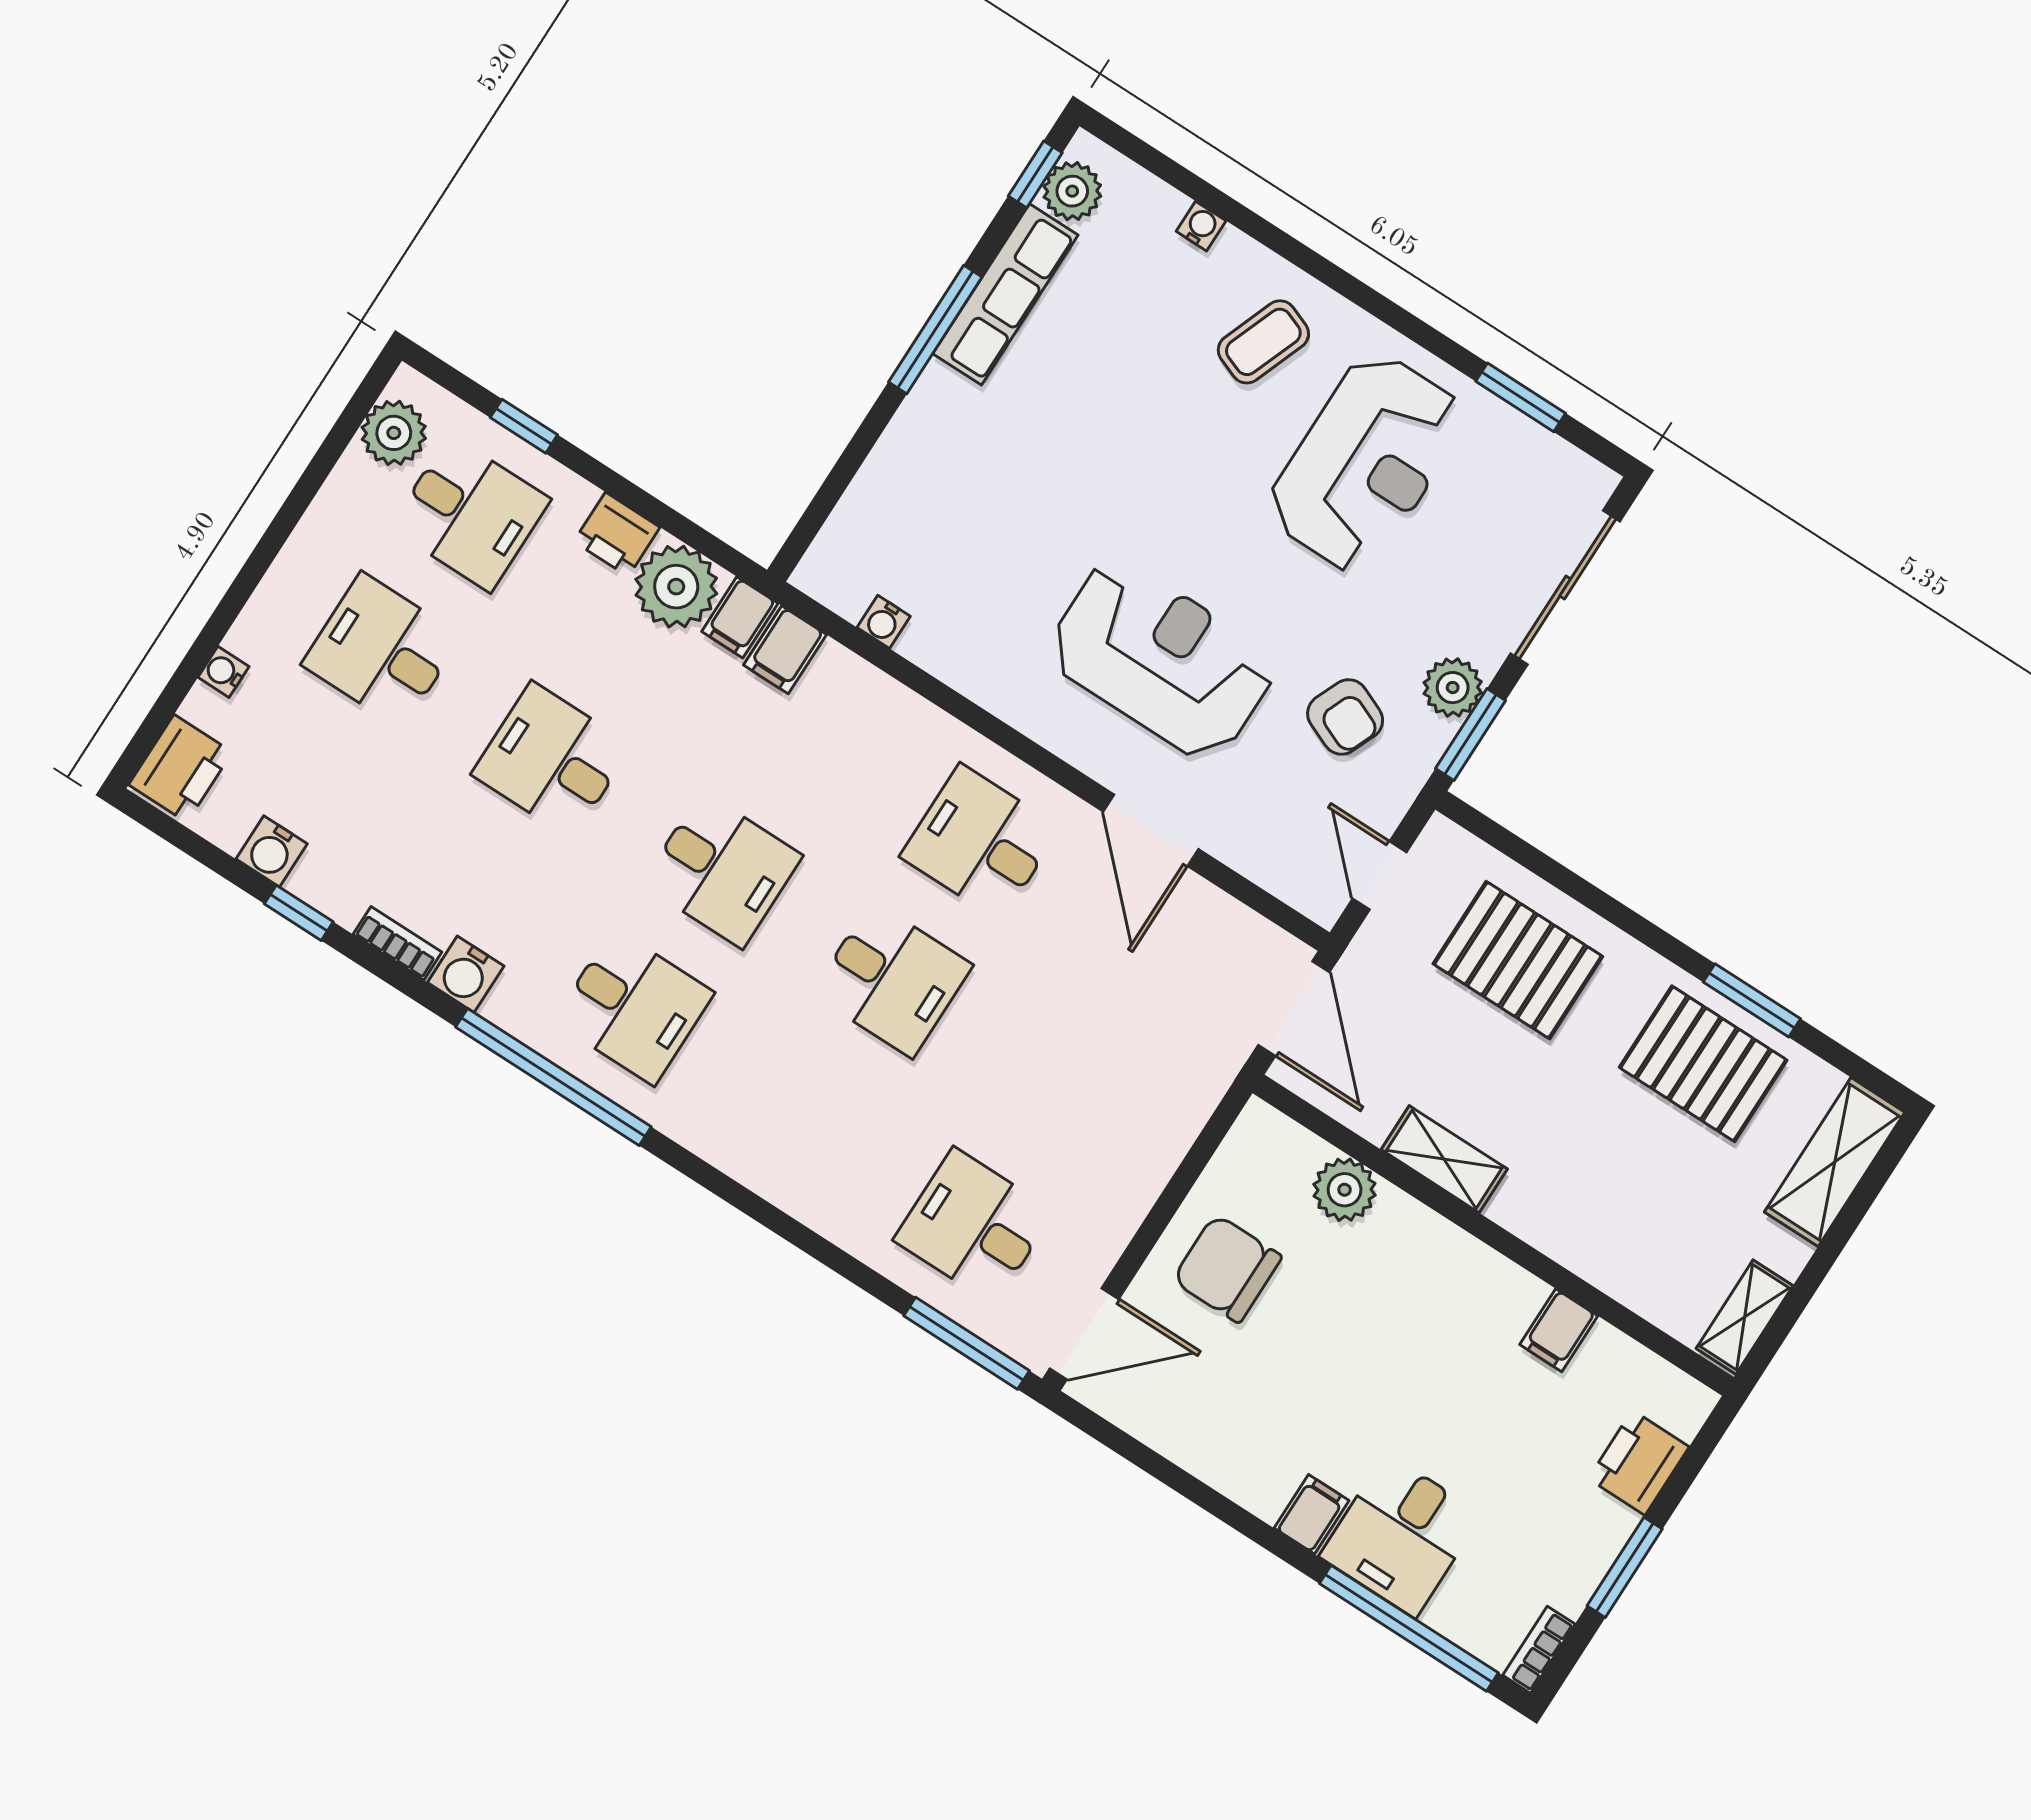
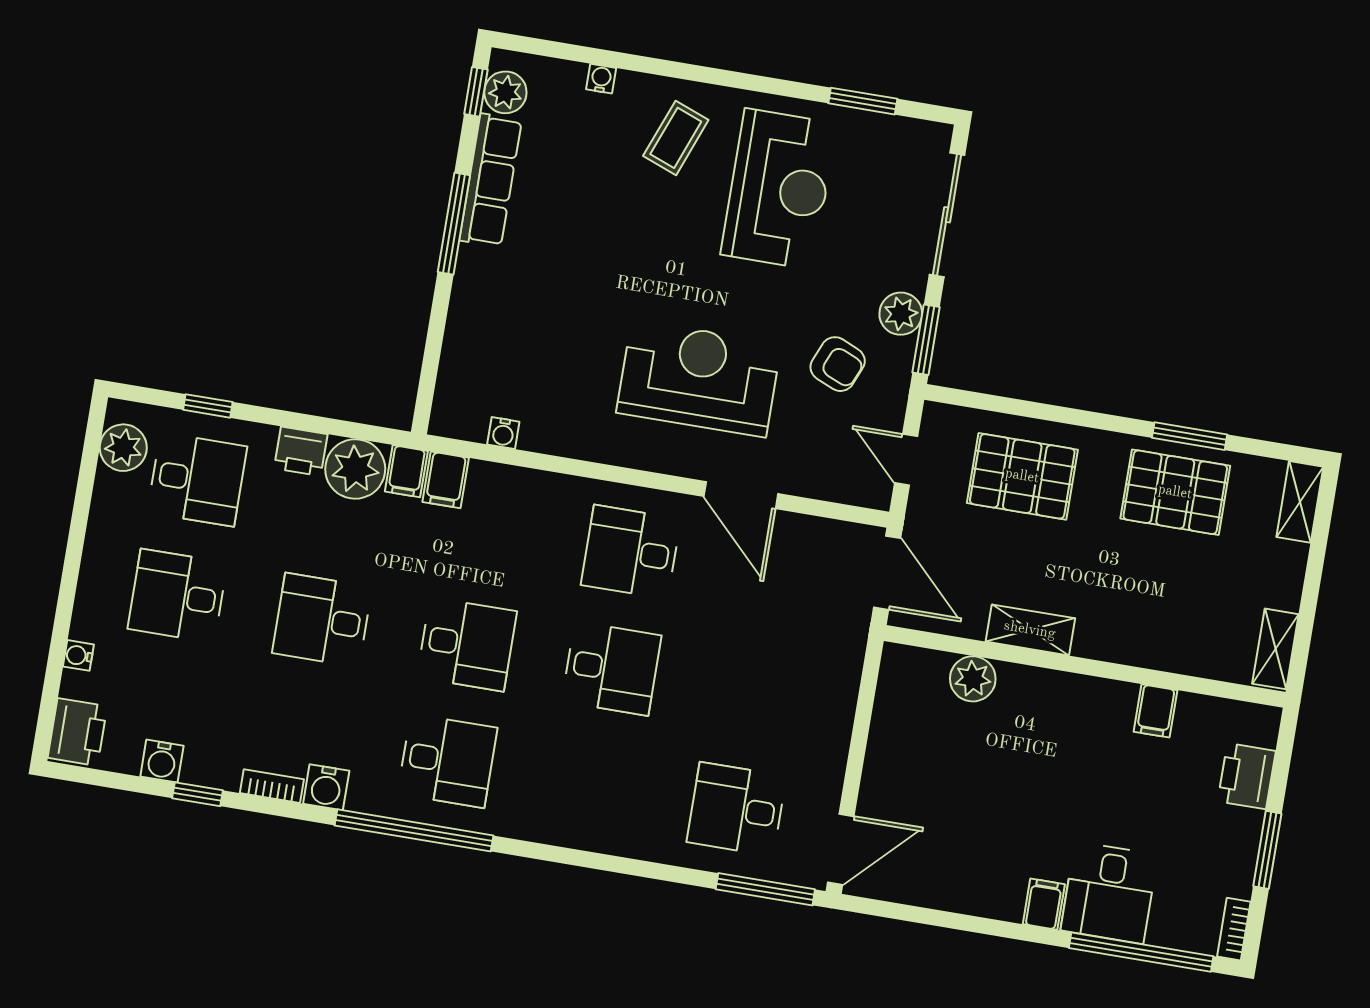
shelving: (1835, 1162) -> (1300, 502), width x0.67, depth x0.75
chair: (1227, 1268) -> (917, 765), removed

